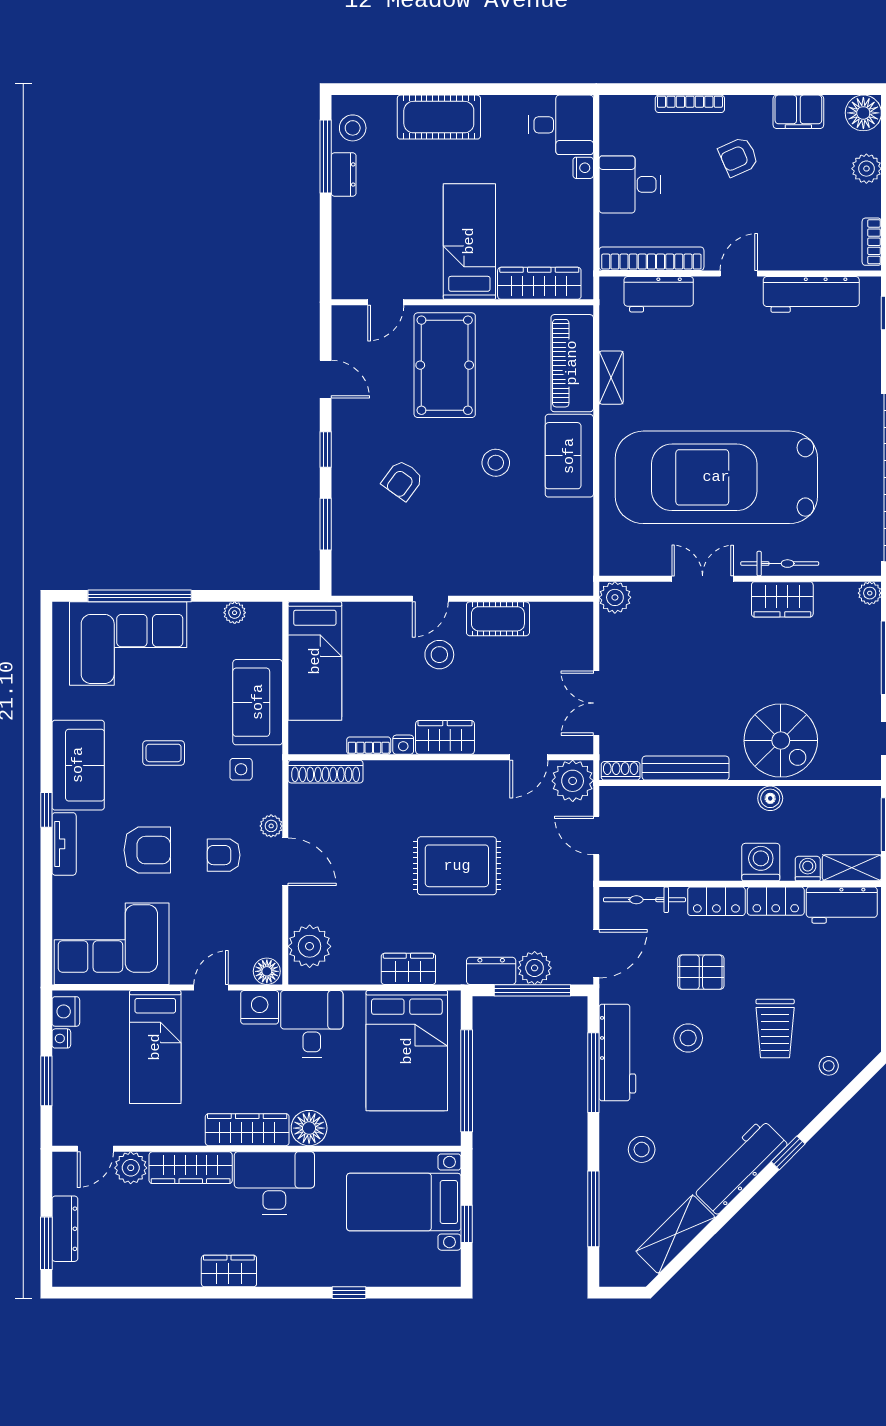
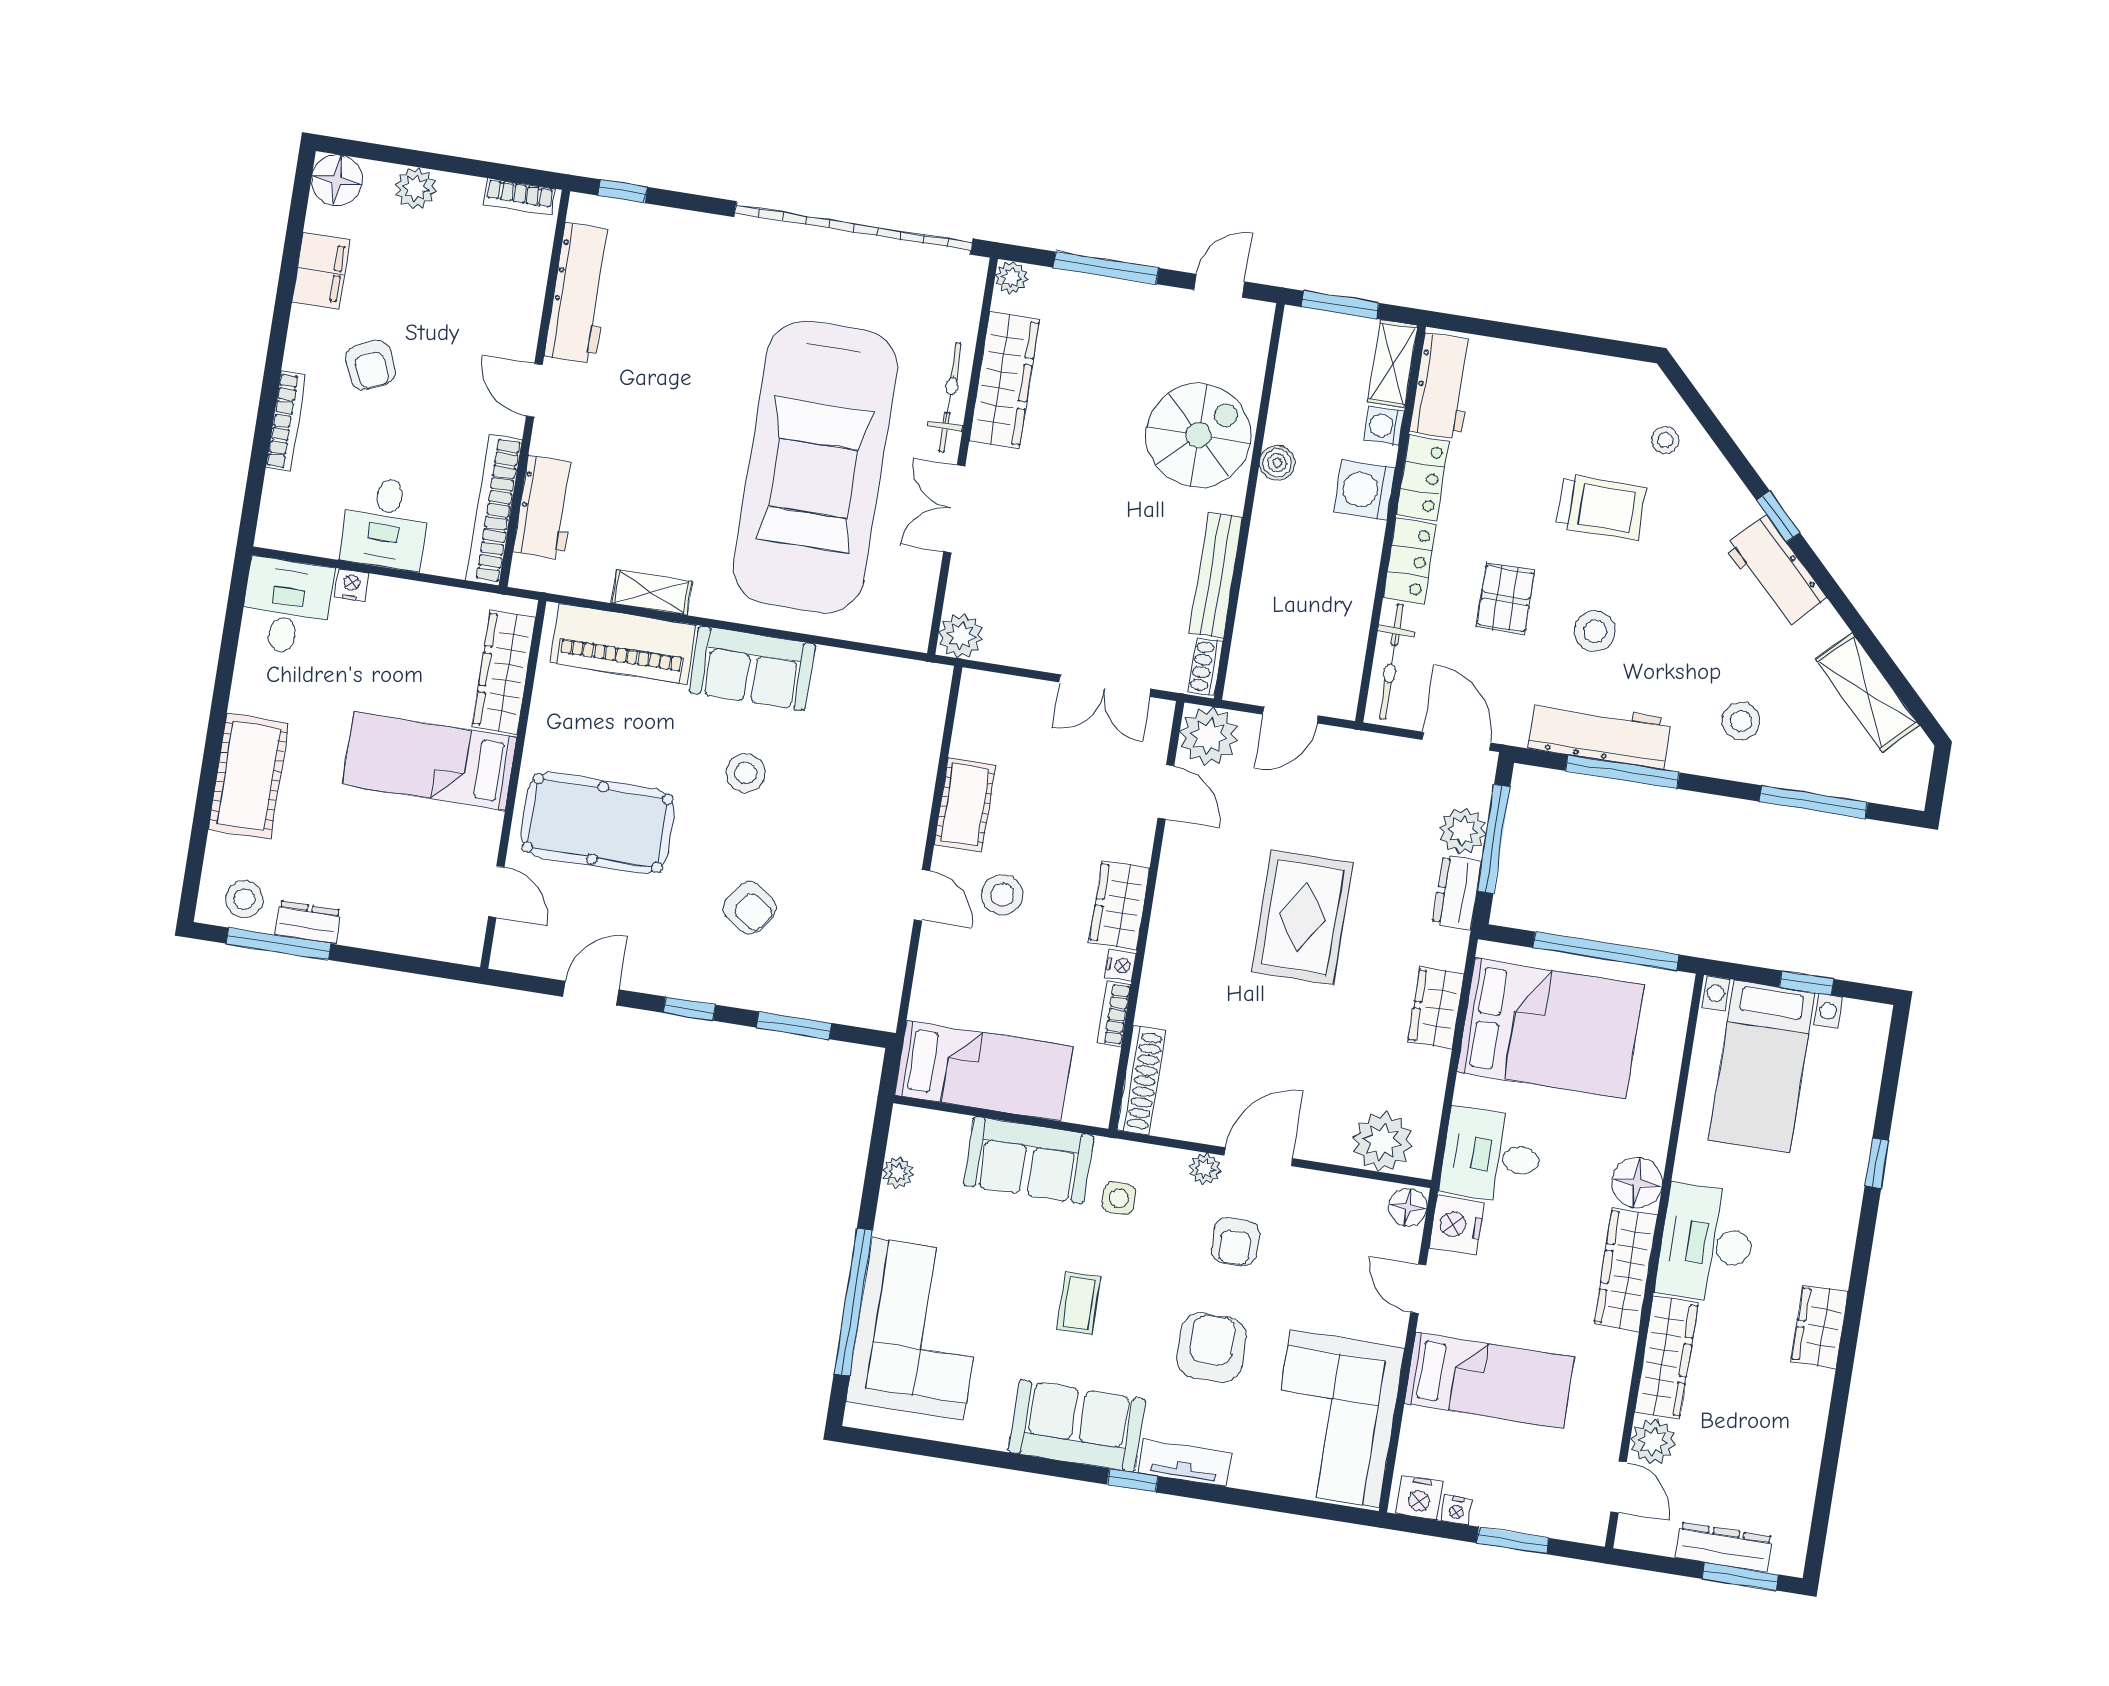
wardrobe: (782, 599) -> (1004, 380), width x1.50
workbench: (739, 1167) -> (1775, 572), width x0.73

